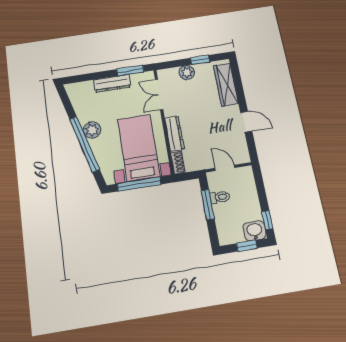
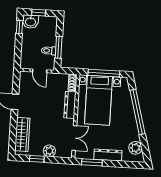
plant: (92, 130) -> (135, 148), moved

